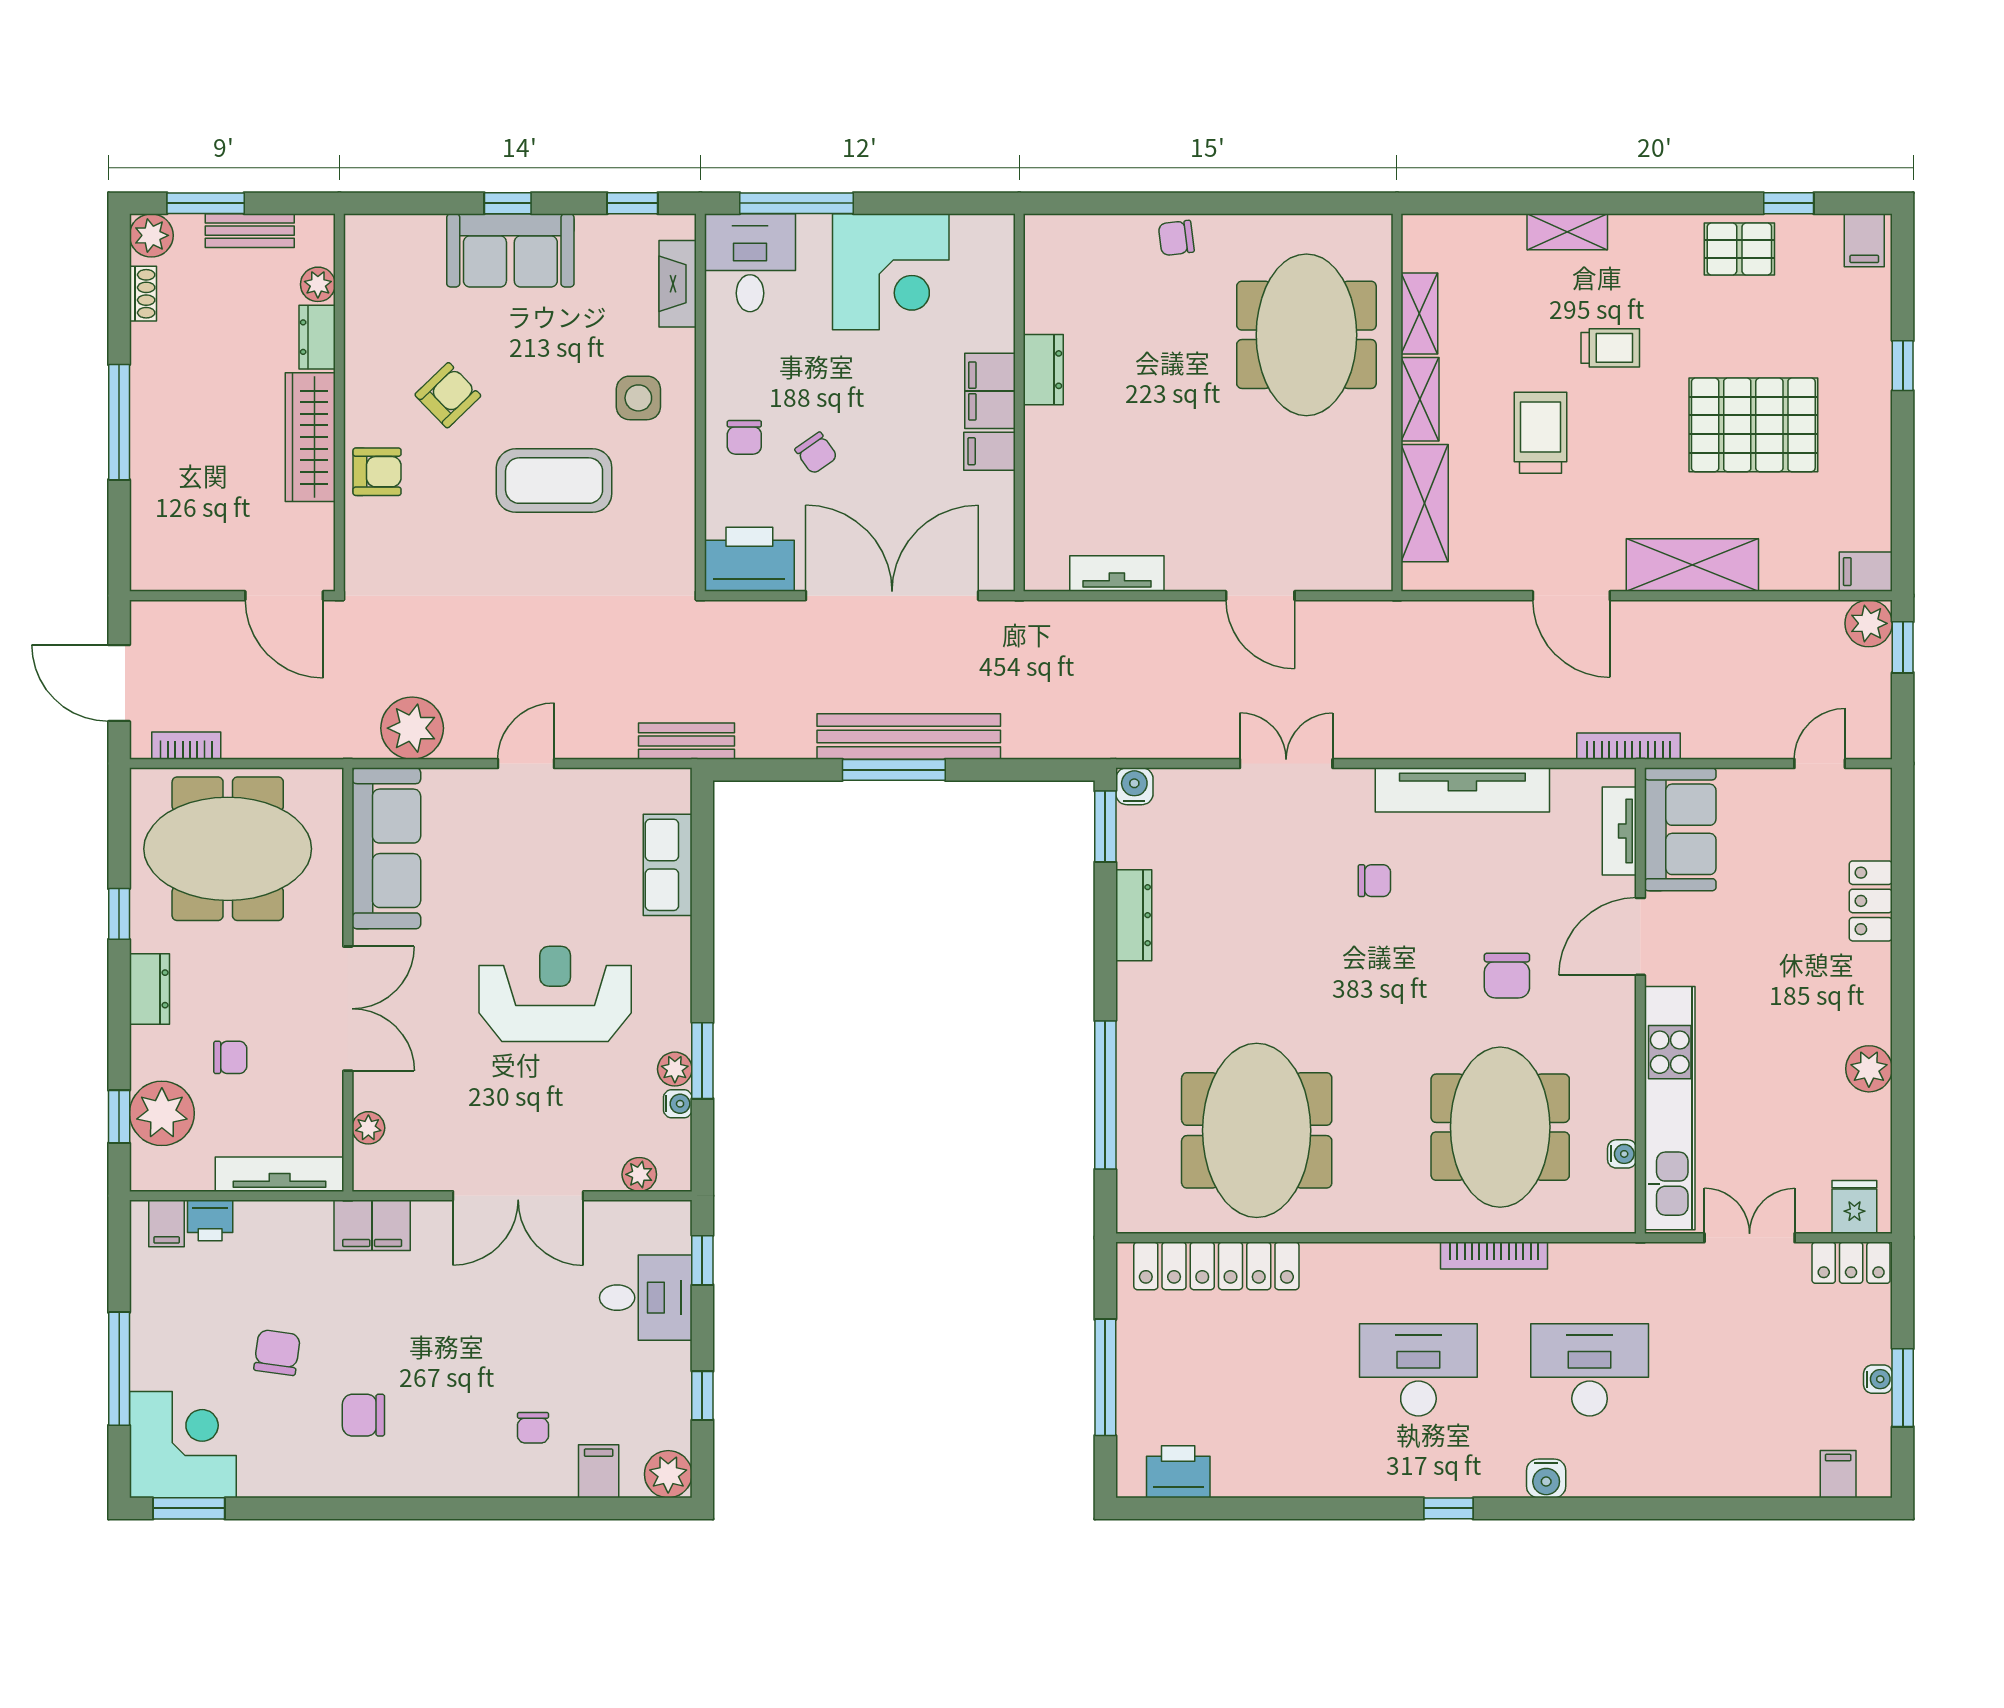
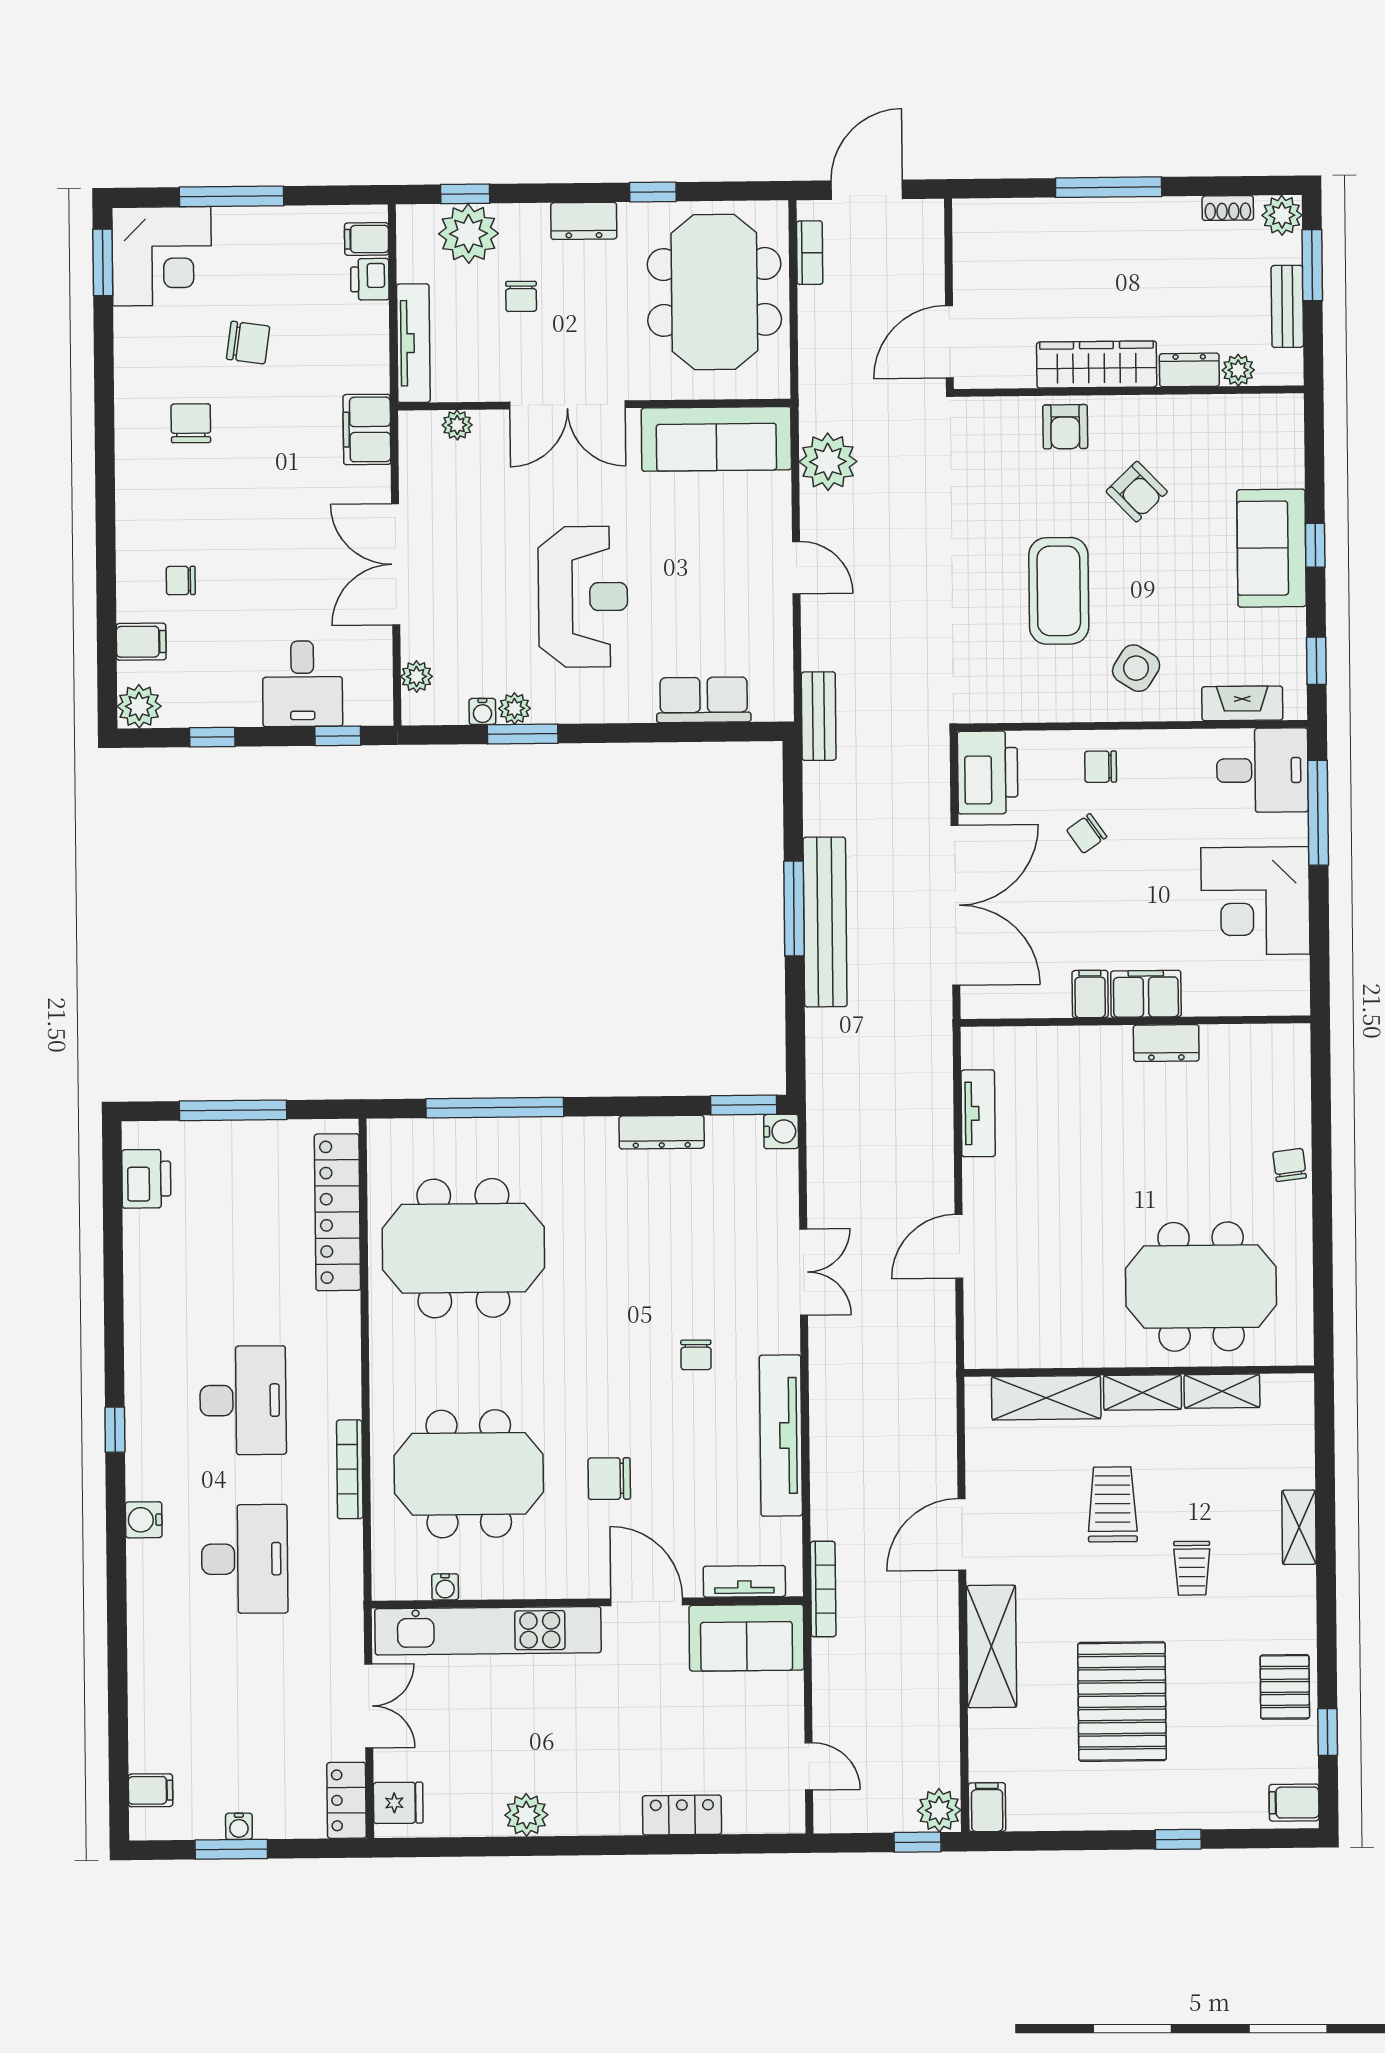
side table: (638, 398) -> (1136, 668), turned 32
trolley: (1540, 433) -> (1113, 1504), turned -90

